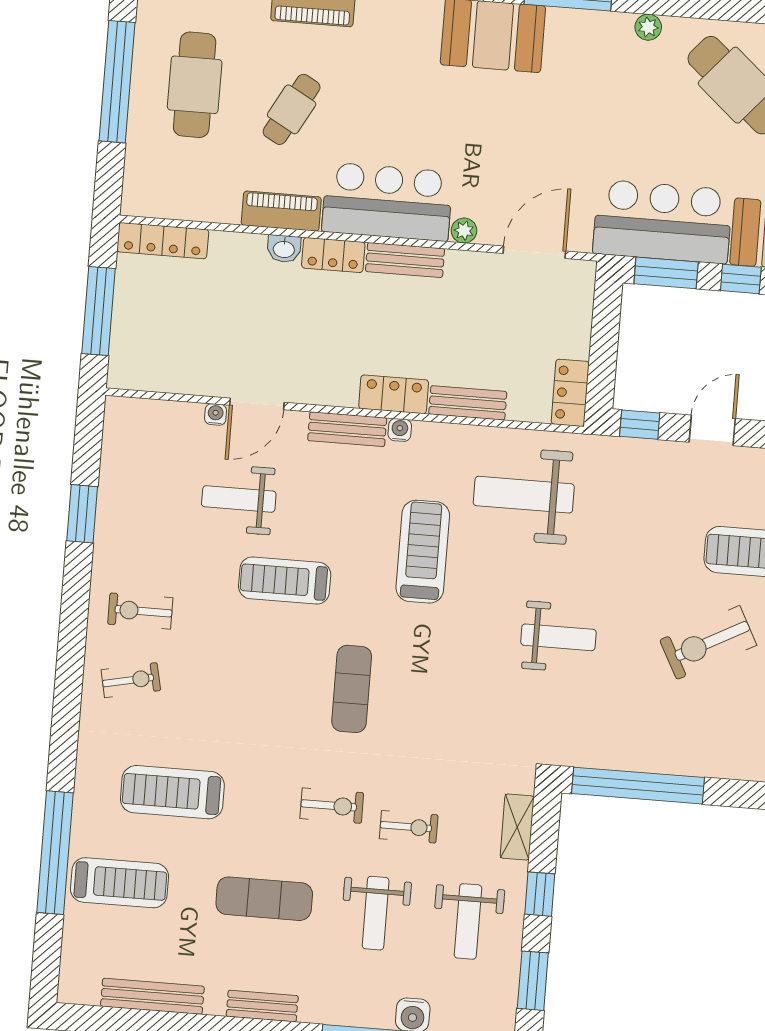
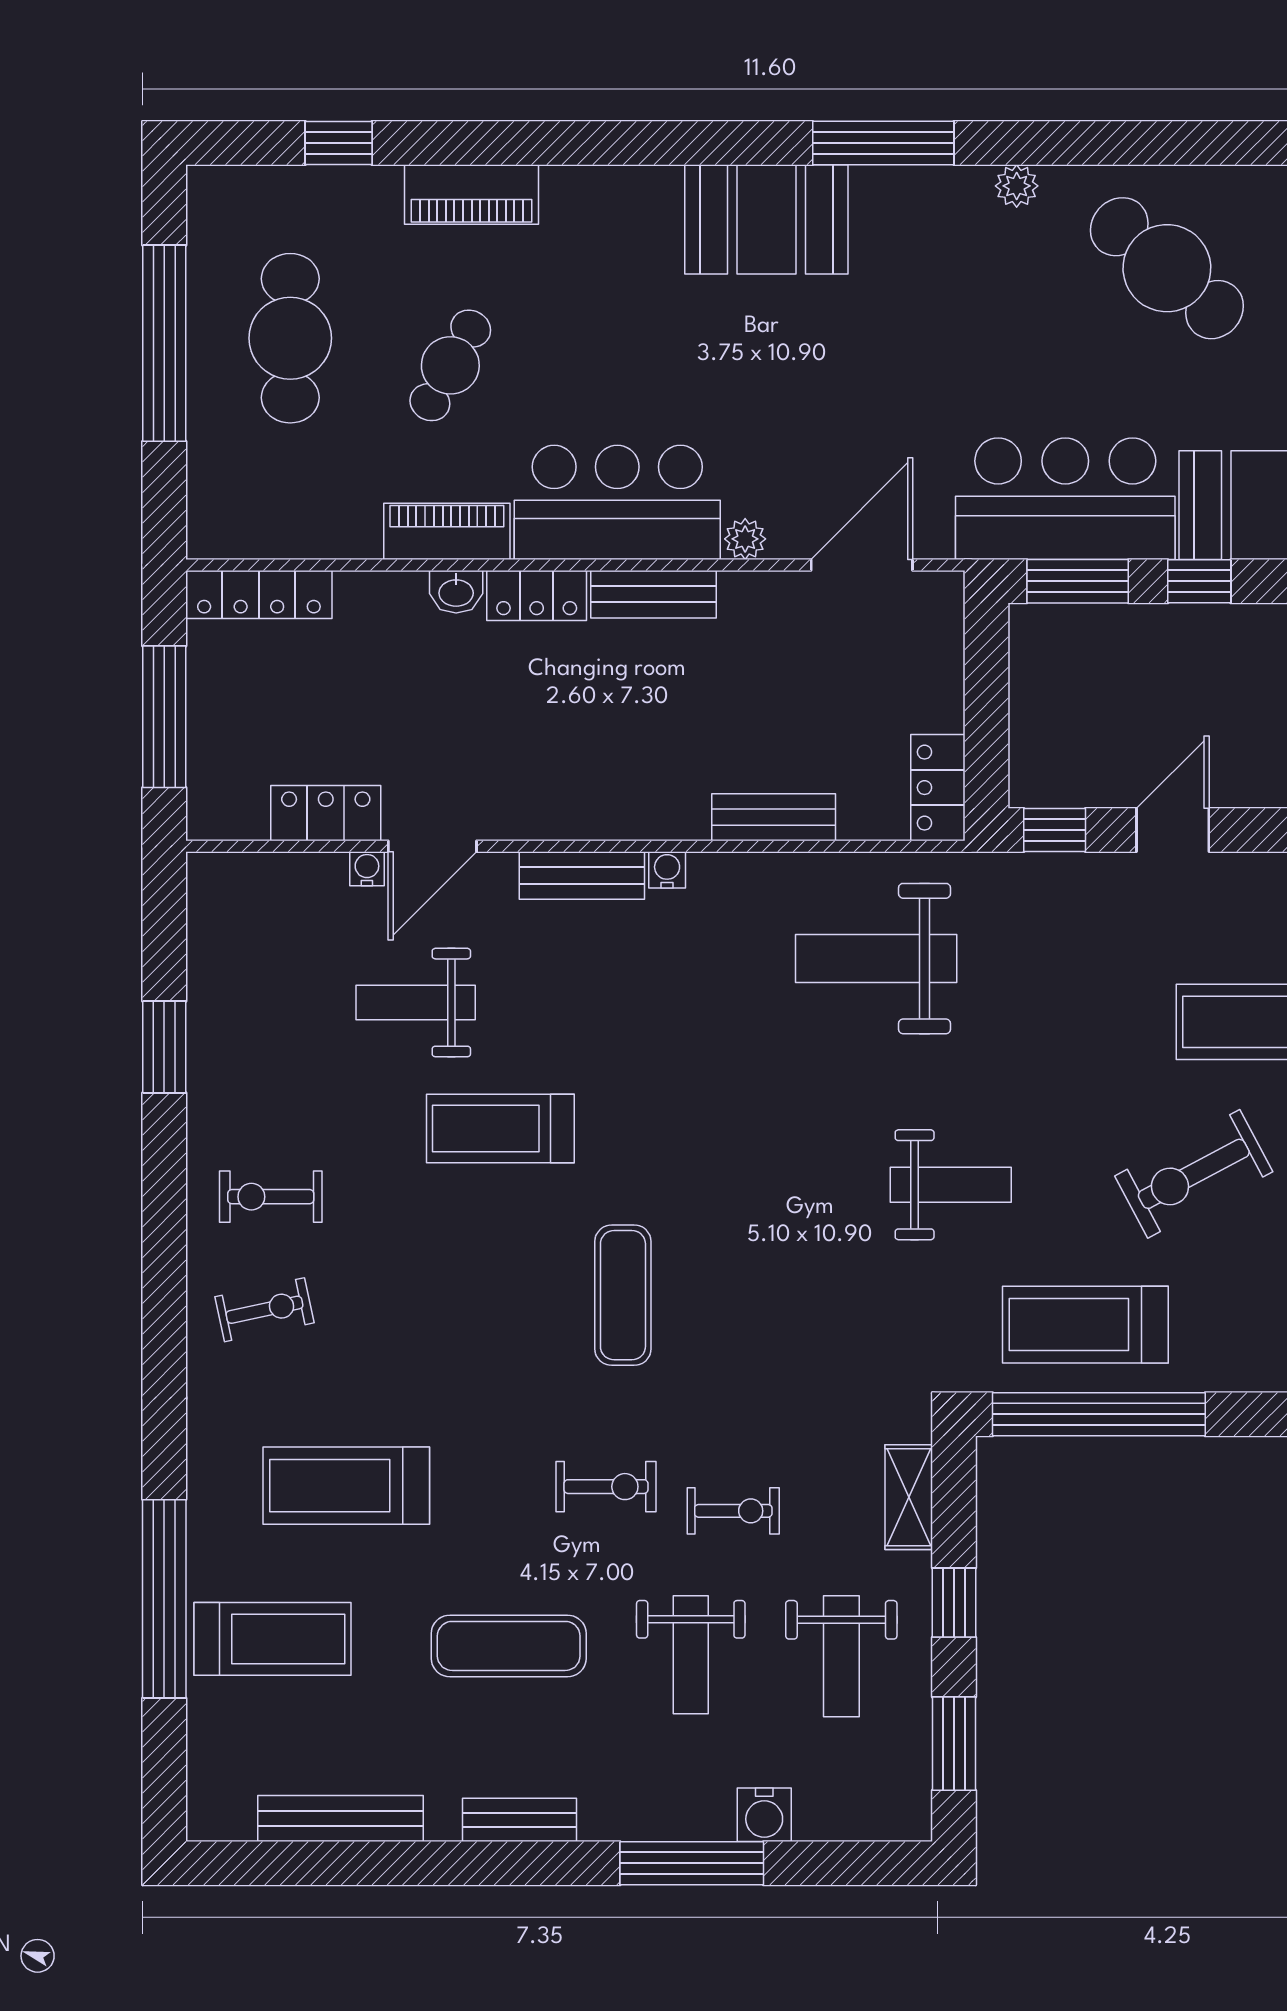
locker: (394, 394) -> (326, 813), moved
treadmill: (423, 552) -> (1085, 1325), moved, turned -90

